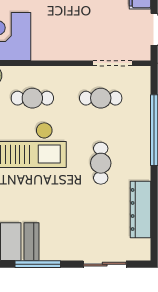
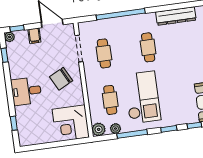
chair: (73, 31) -> (61, 79), added
cafe table: (101, 163) -> (148, 47), turned 90

